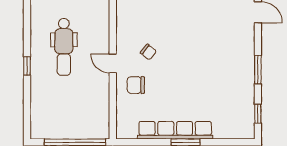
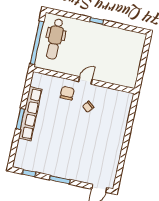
dental chair: (64, 47) -> (55, 39), moved, turned -90

